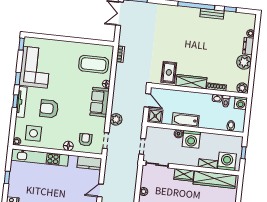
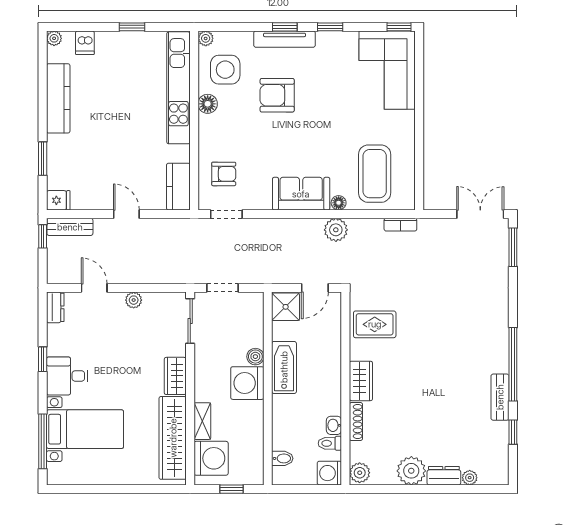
corner sofa: (35, 67) -> (387, 70), moved, turned 90
wardrobe: (191, 82) -> (361, 381), width x0.67
armchair: (49, 109) -> (277, 95), turned -90
plant: (116, 119) -> (336, 230), moved
floor lamp: (68, 146) -> (208, 104), moved

